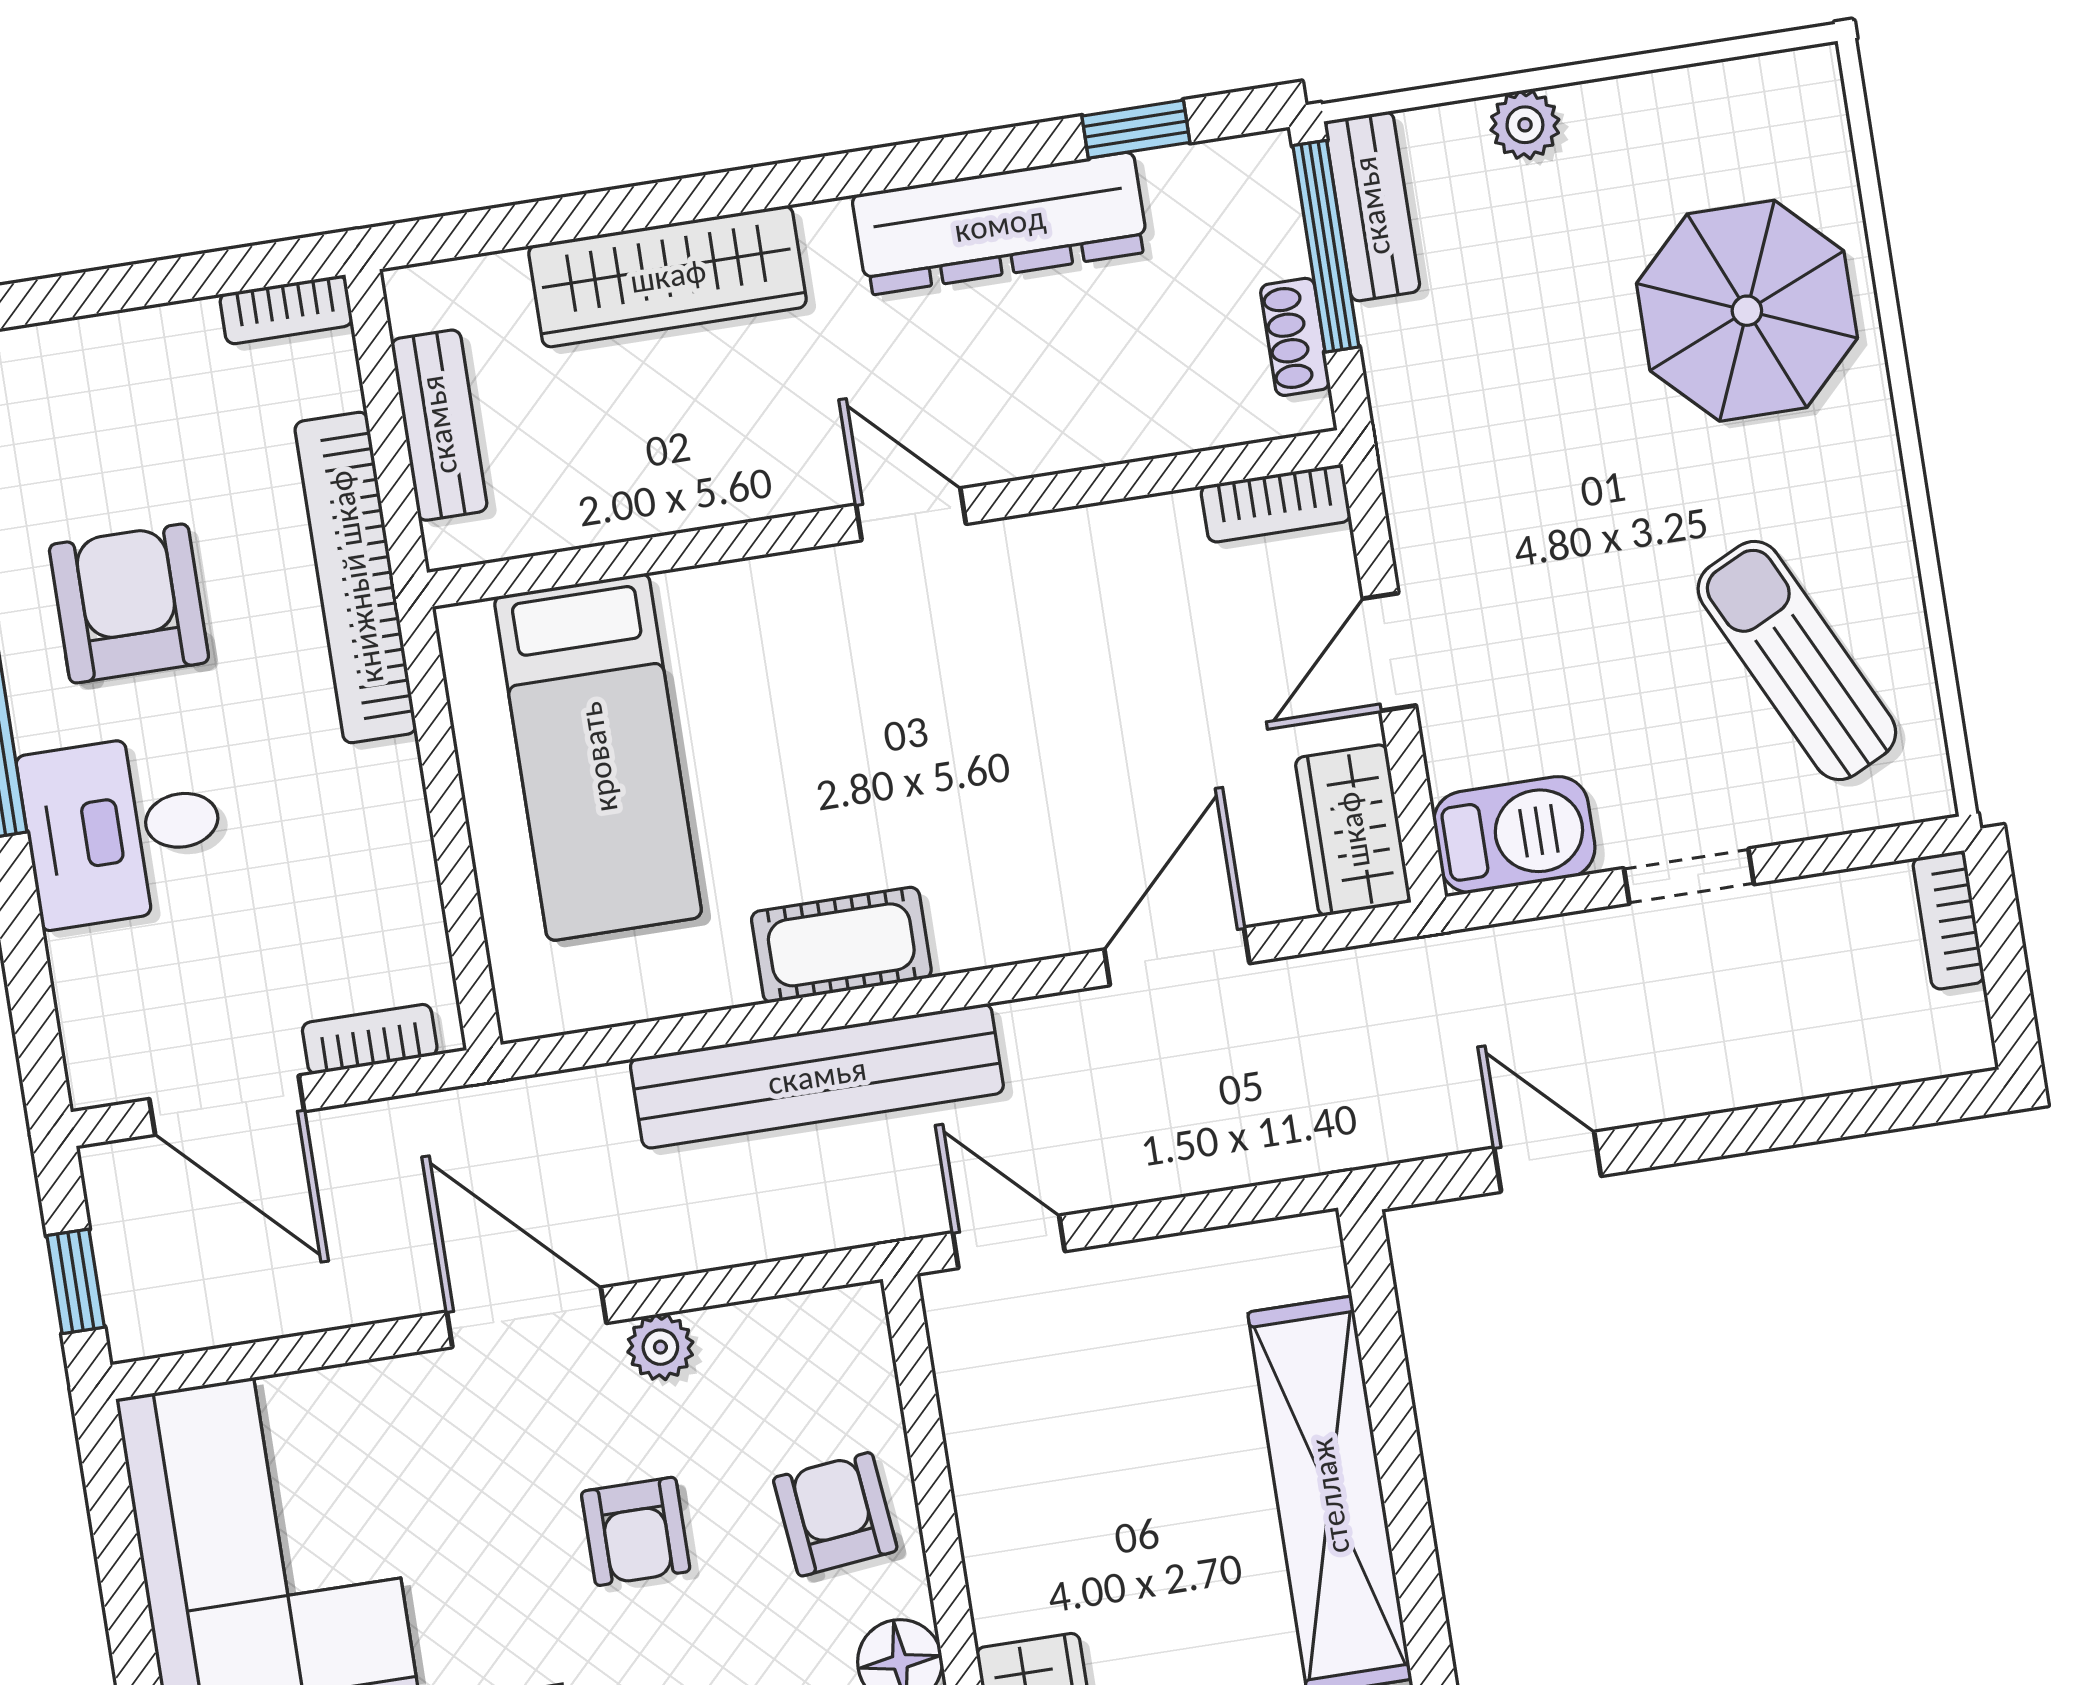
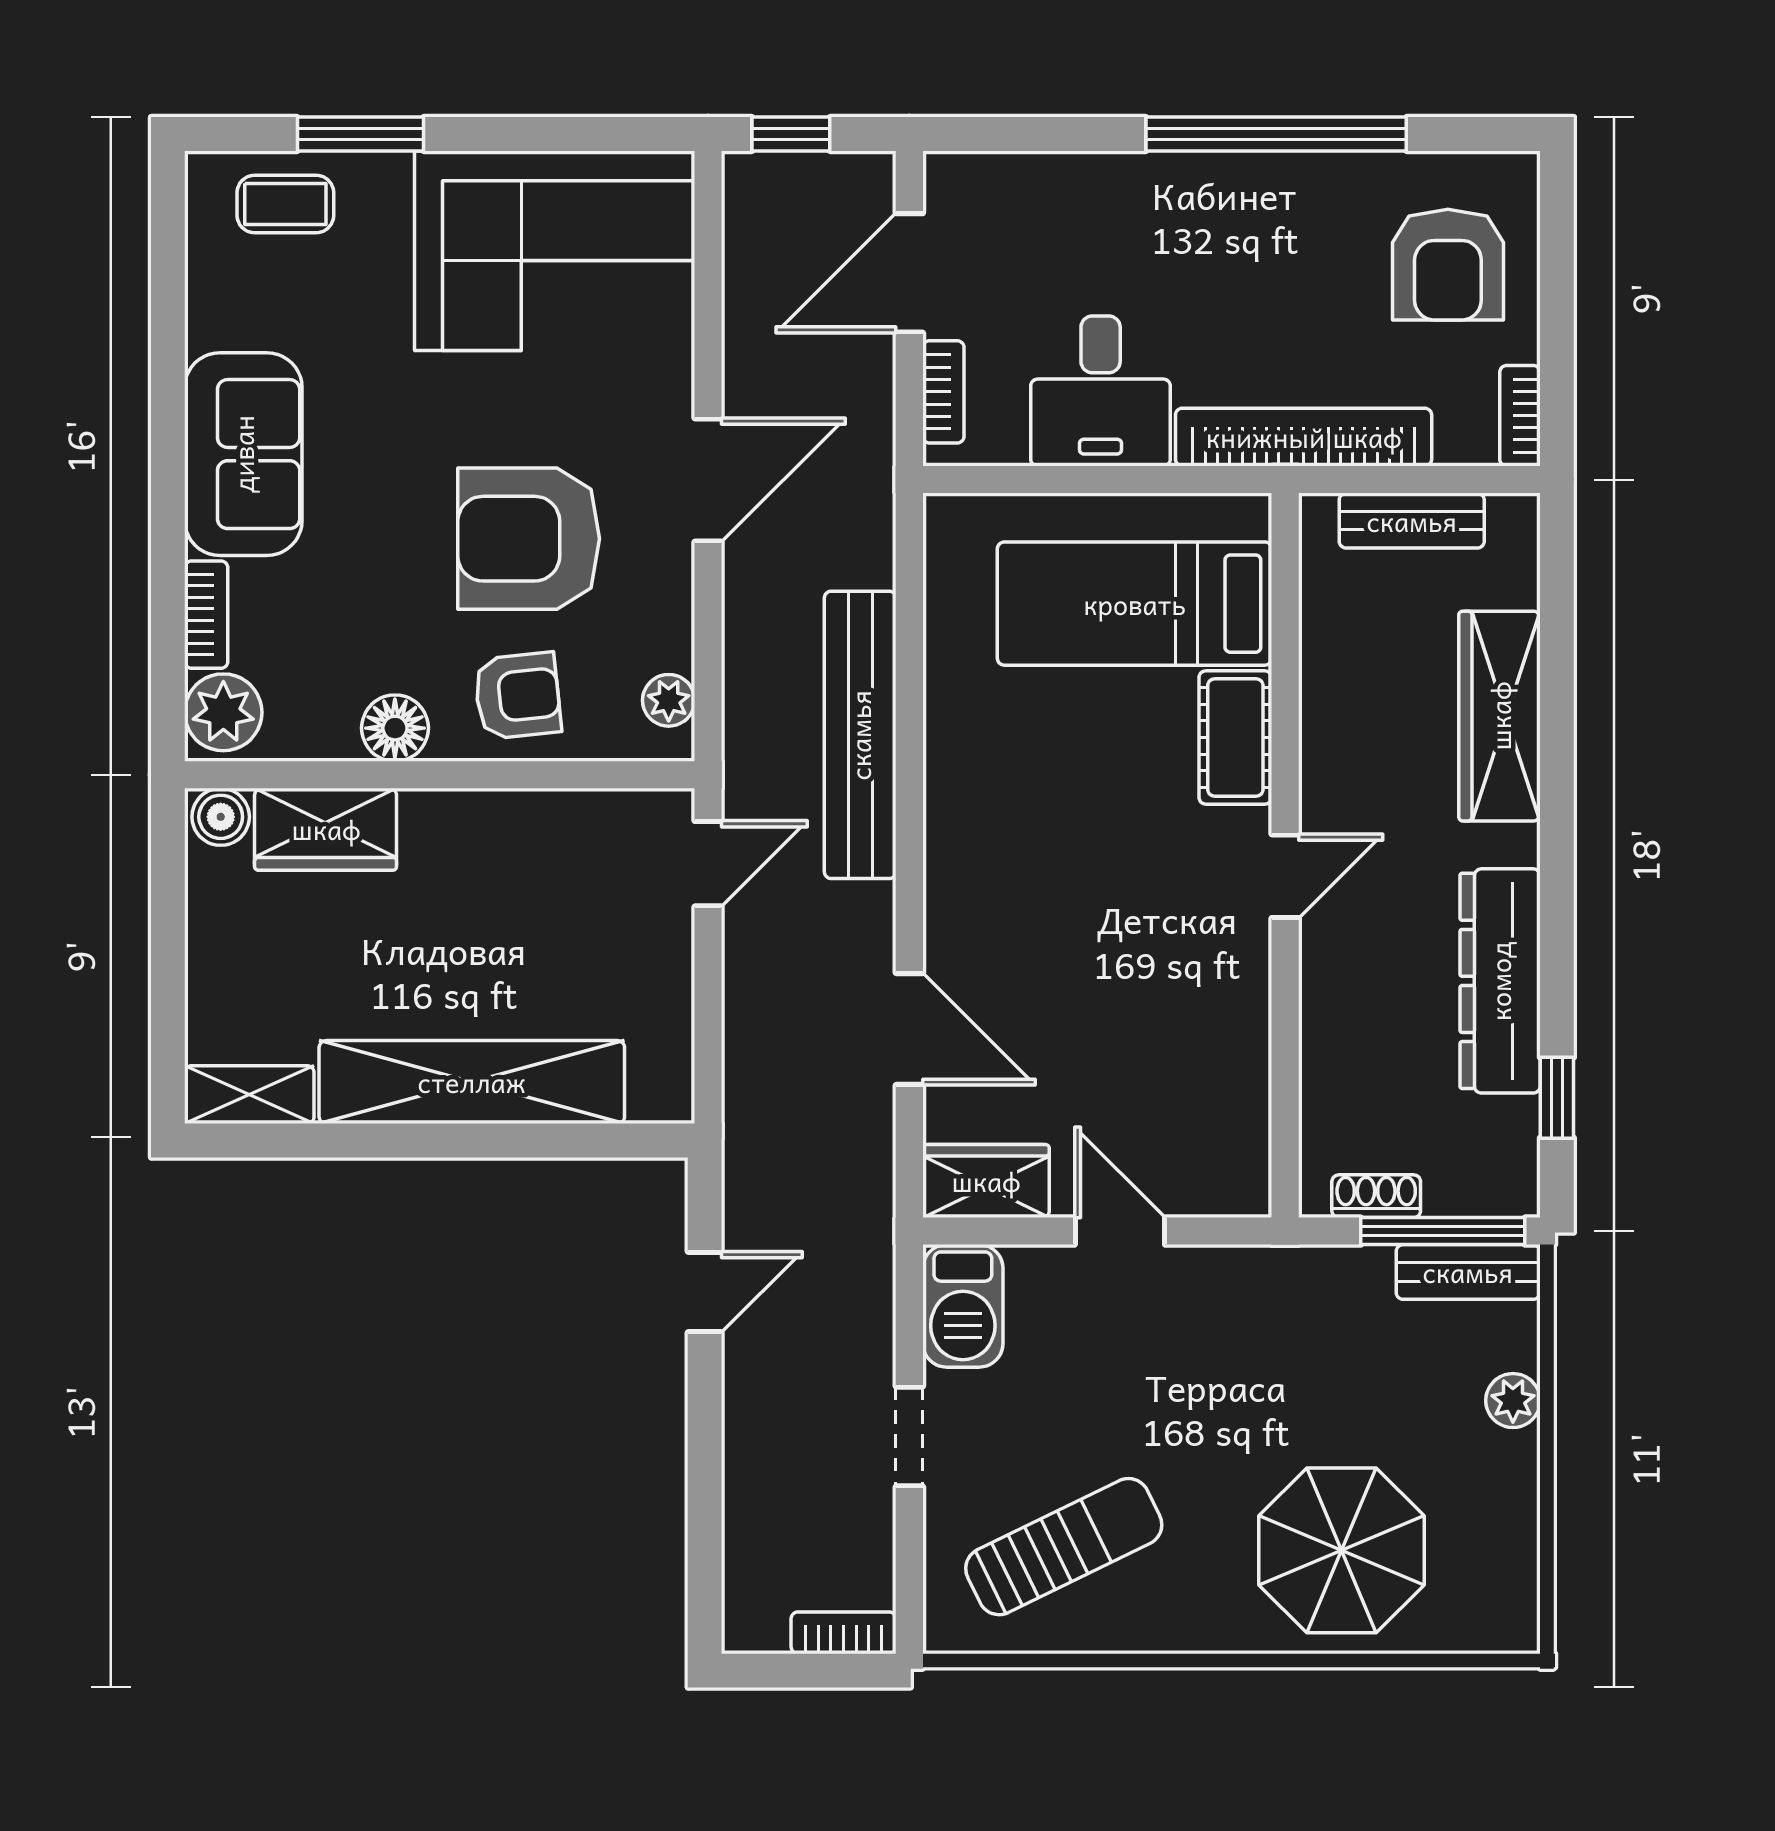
bookcase: (1276, 504) -> (1249, 1161), removed
armchair: (129, 604) -> (1448, 265), moved, turned 90
desk: (123, 829) -> (1101, 391), moved, turned 180
cot: (841, 945) -> (1235, 738), moved
plant: (660, 1347) -> (669, 700), moved
armchair: (636, 1531) -> (529, 539), width x1.88, depth x1.88

